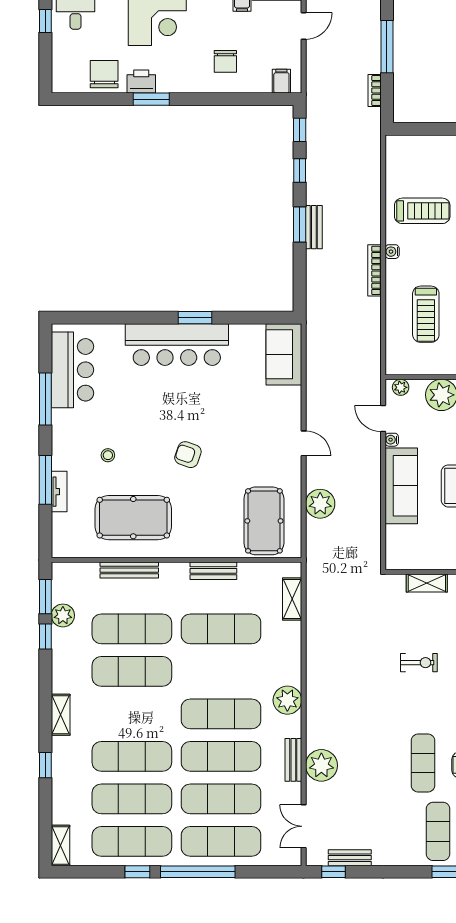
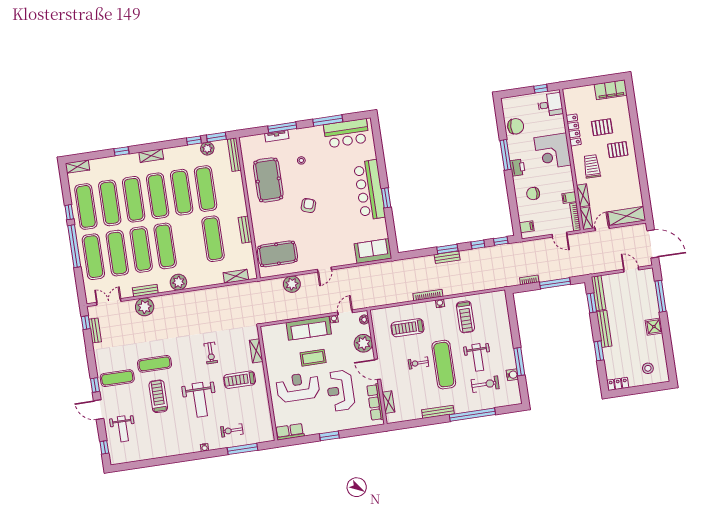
printer: (141, 82) -> (518, 168), moved
window: (151, 99) -> (506, 155), width x1.44
bench: (129, 570) -> (234, 155), moved
exercise mat: (132, 714) -> (158, 196), added

